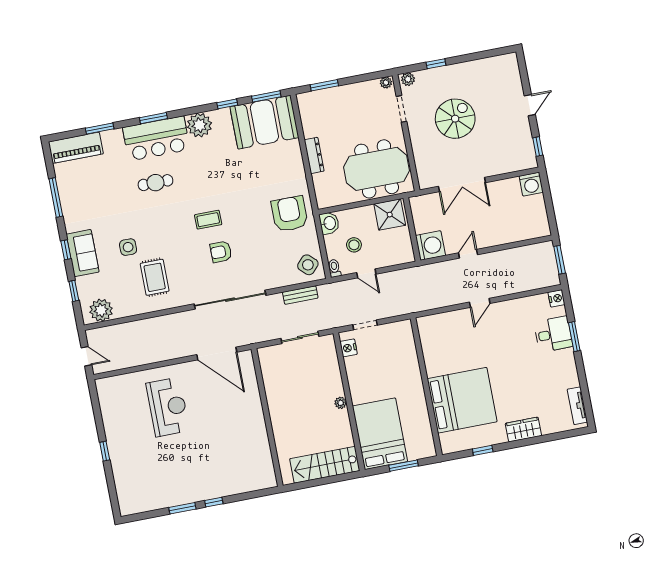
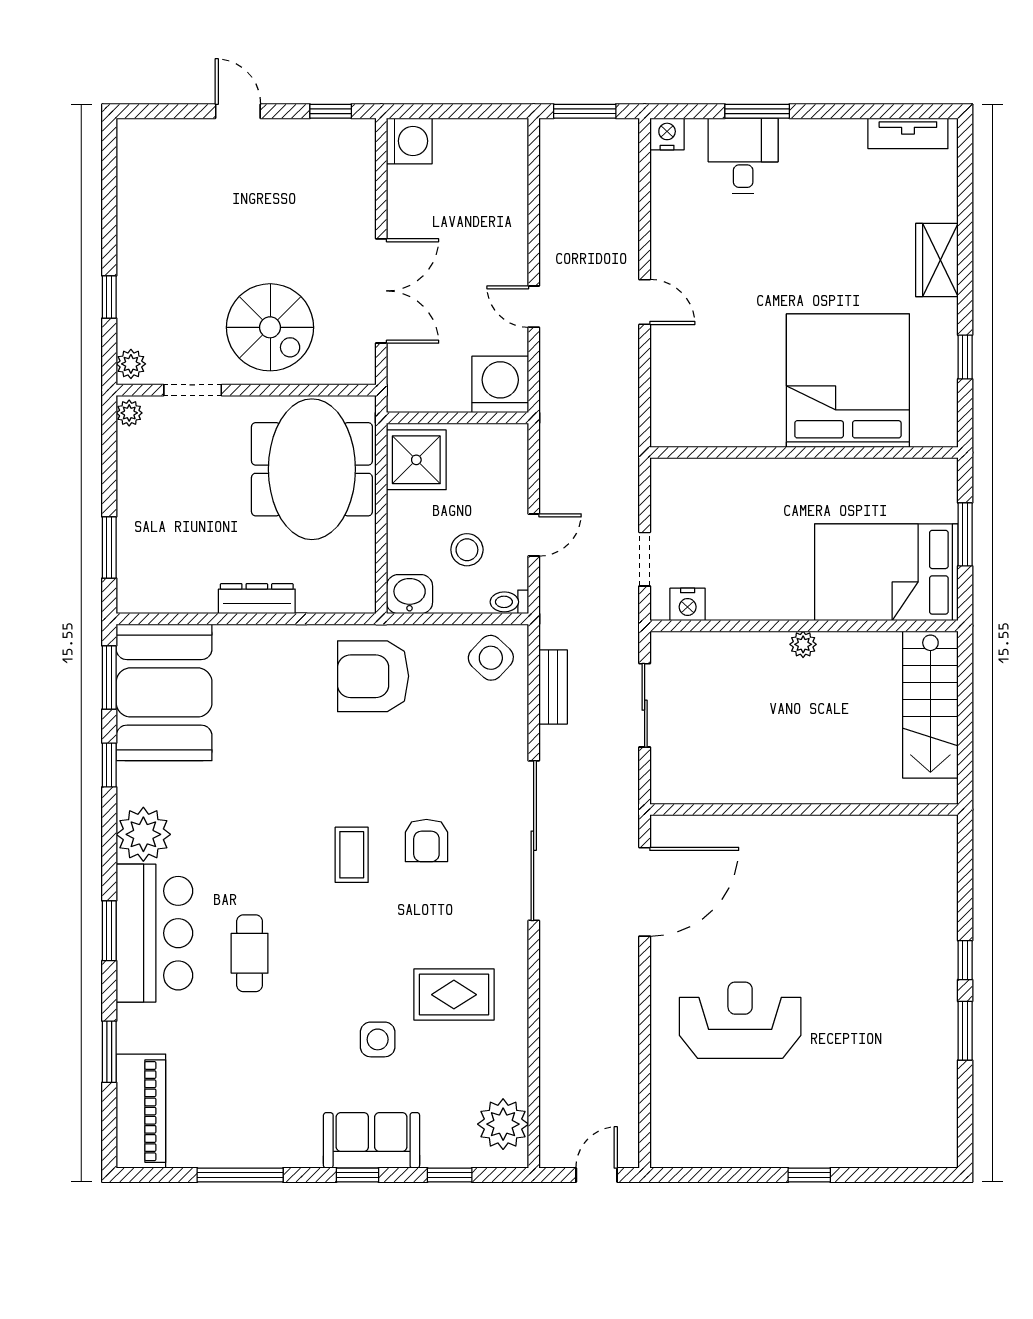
spiral stairs: (455, 119) -> (270, 327), moved, turned 180

